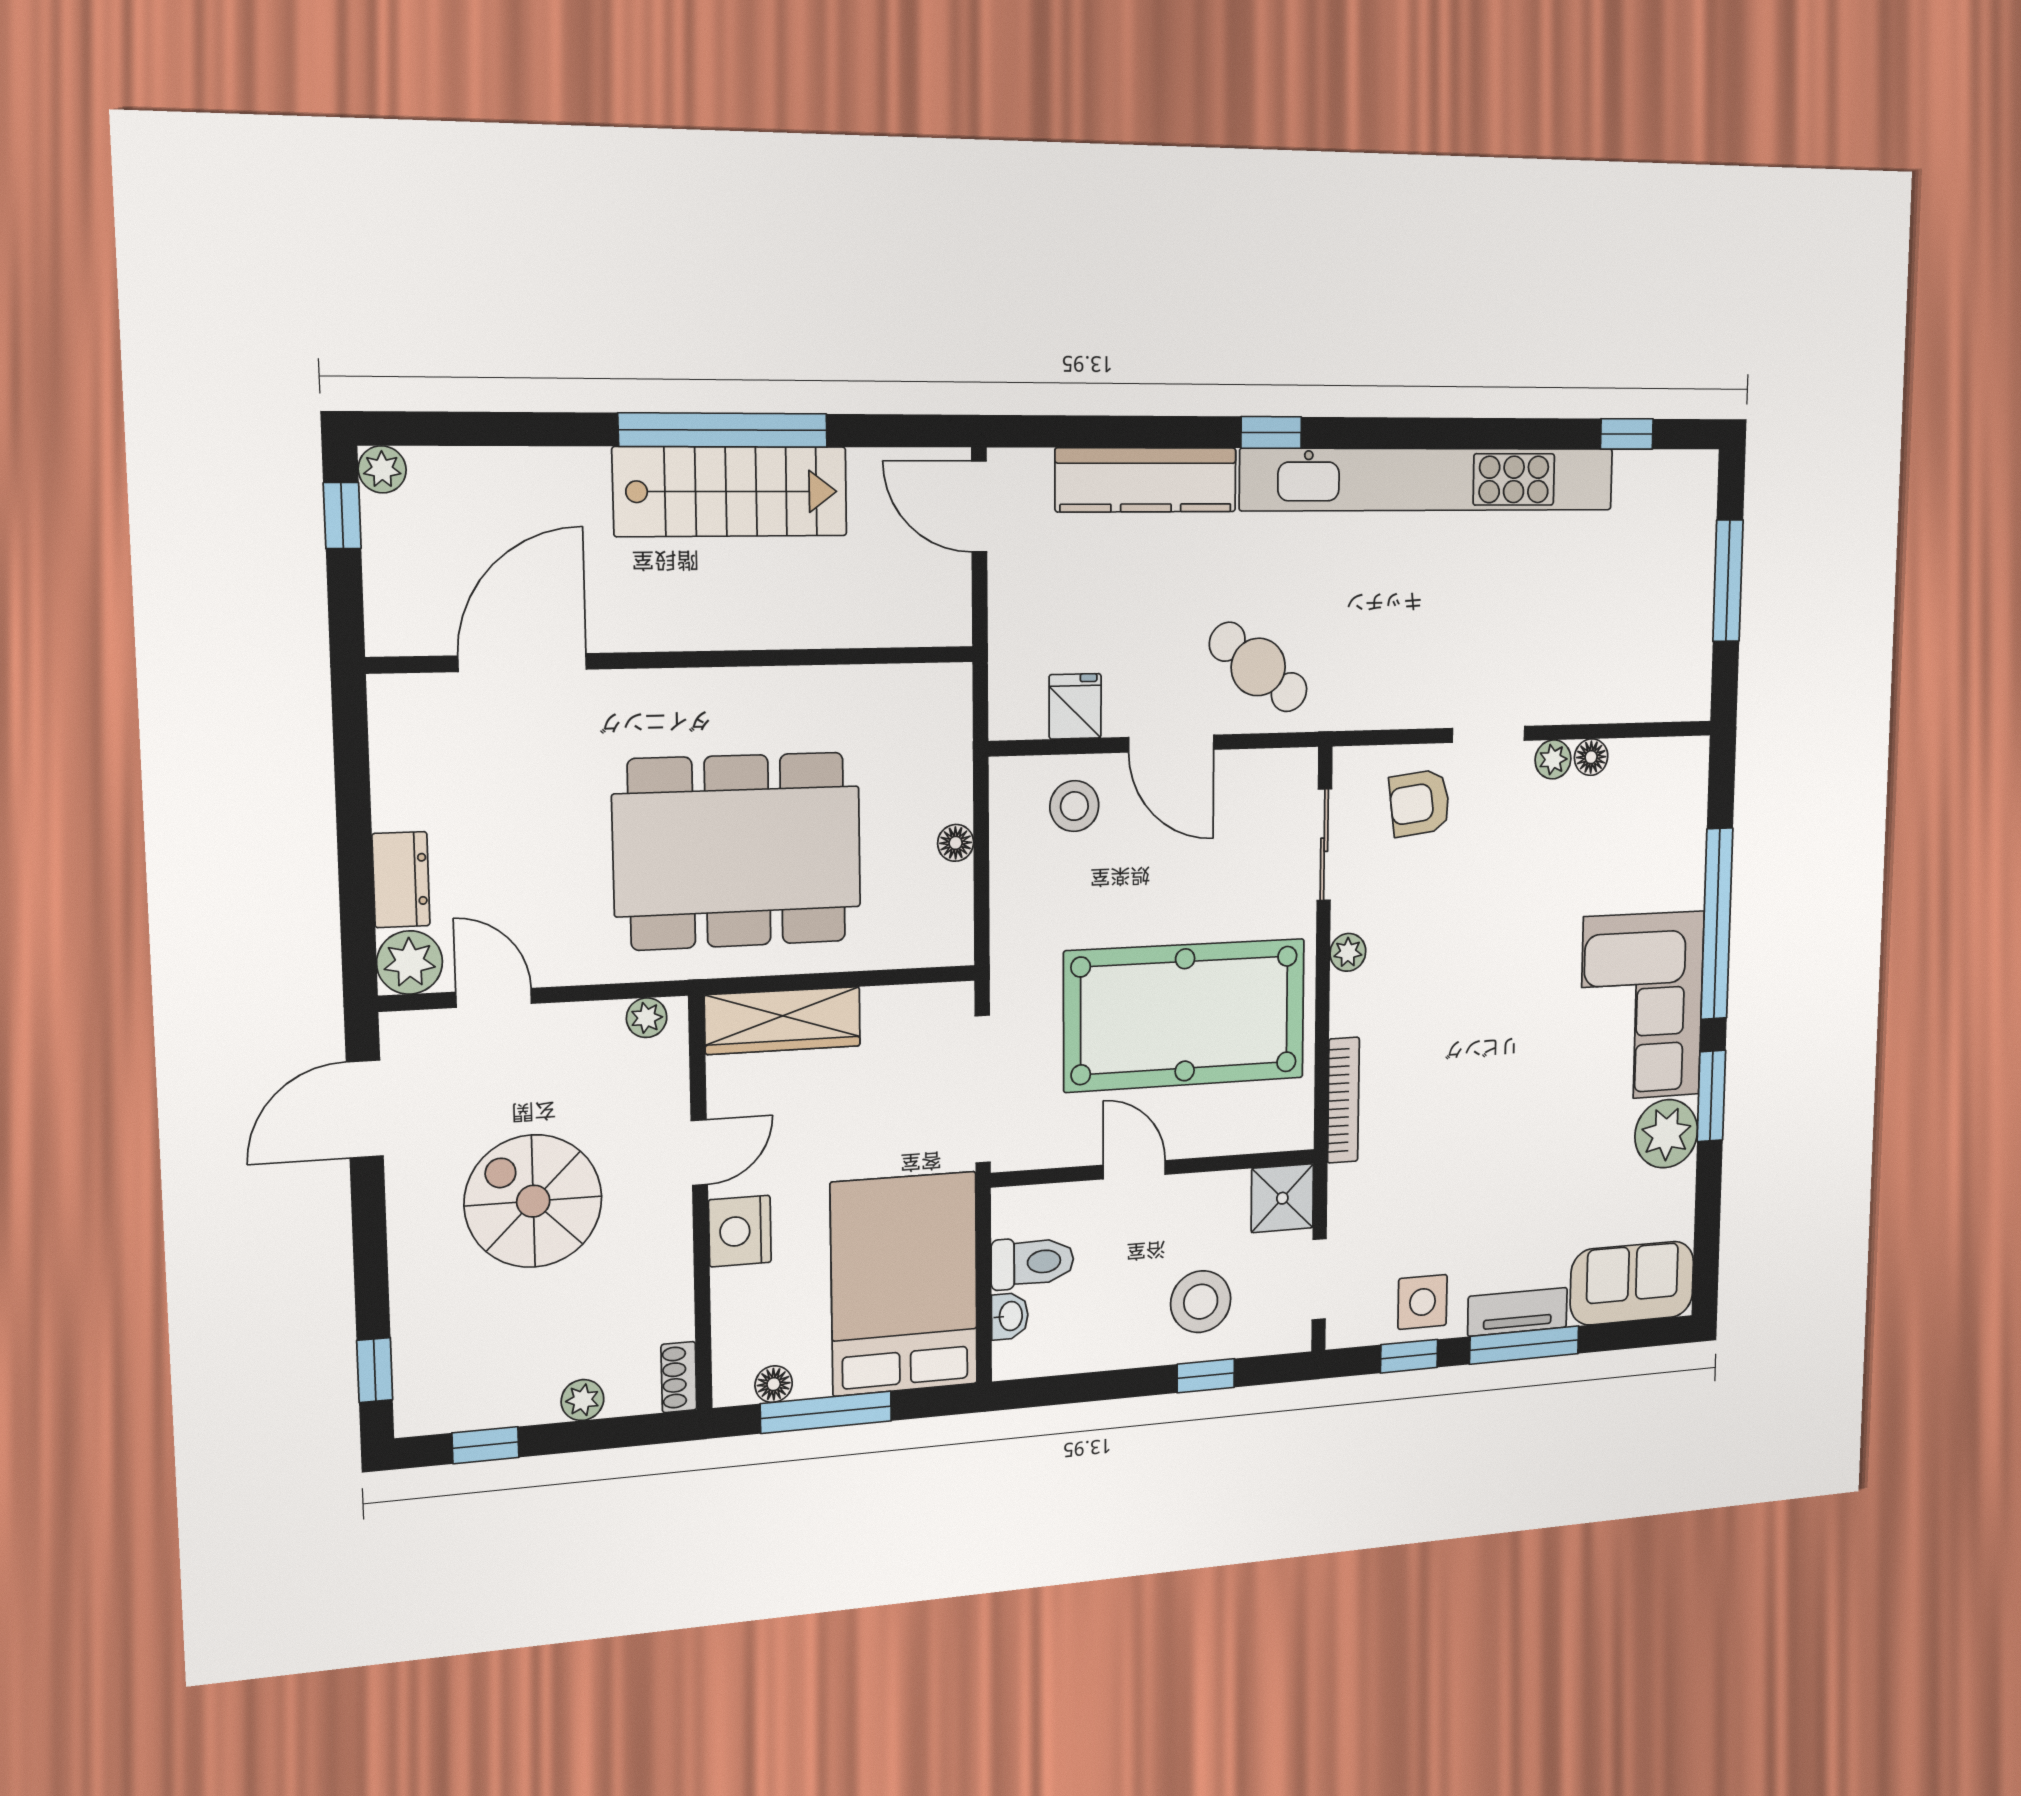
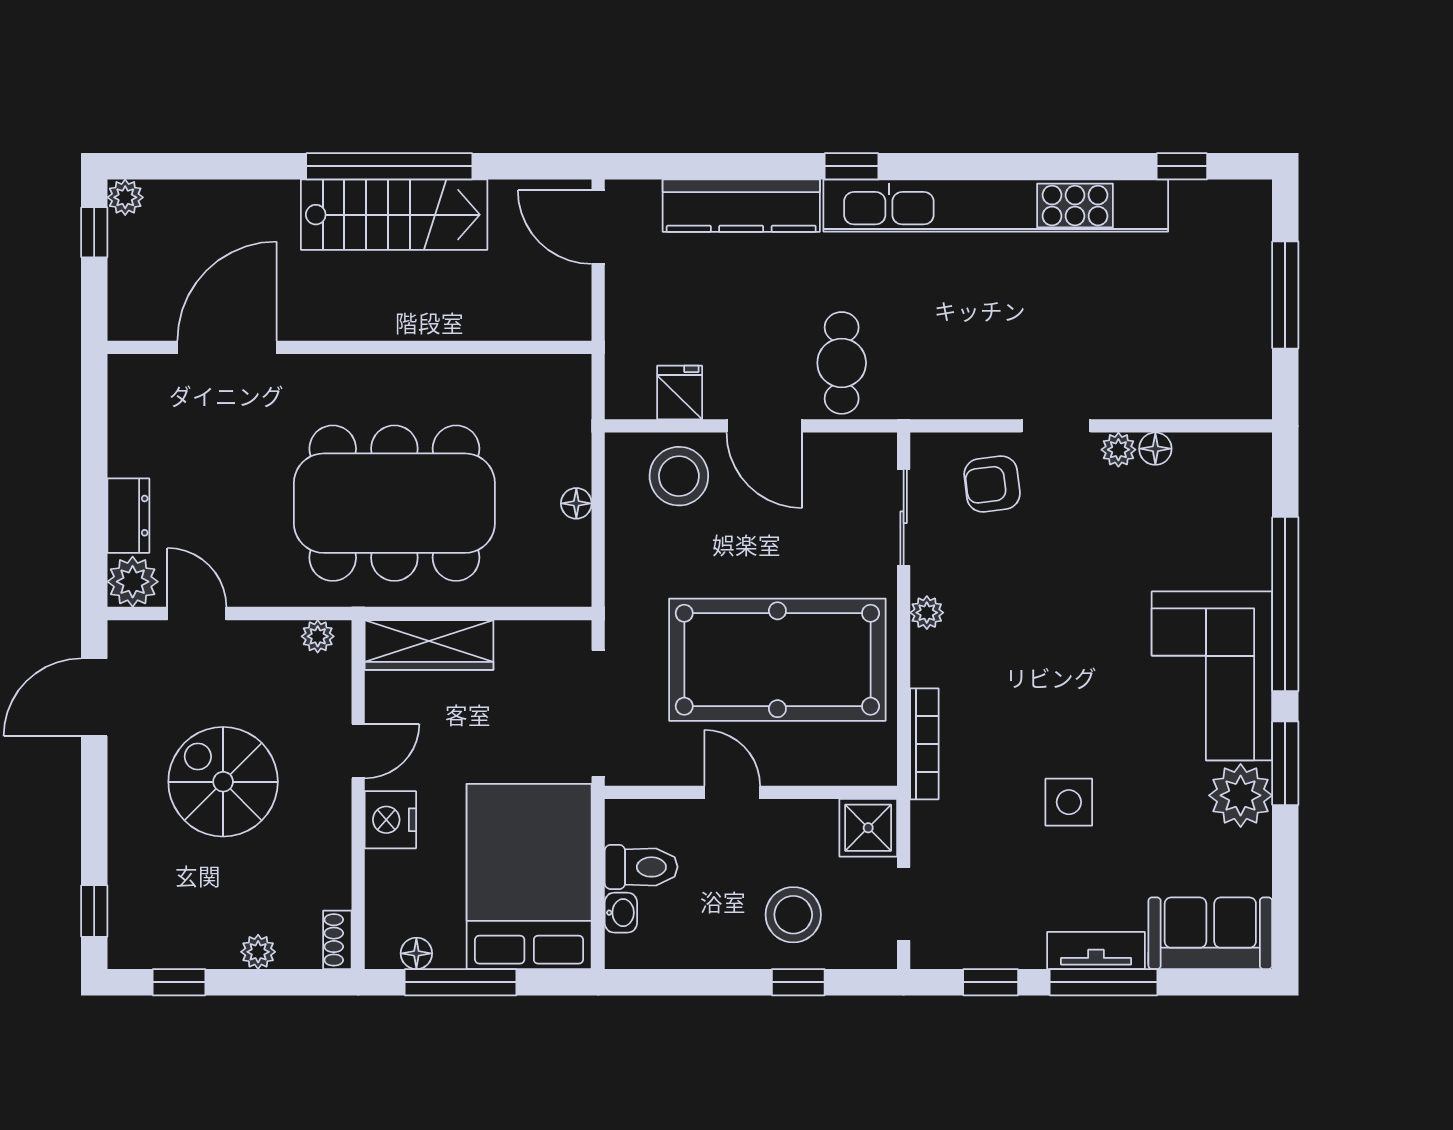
cafe table: (1258, 667) -> (842, 363), turned 52
stool: (1074, 806) -> (679, 476), width x1.38, depth x1.38
side table: (1423, 1302) -> (1069, 802), moved

